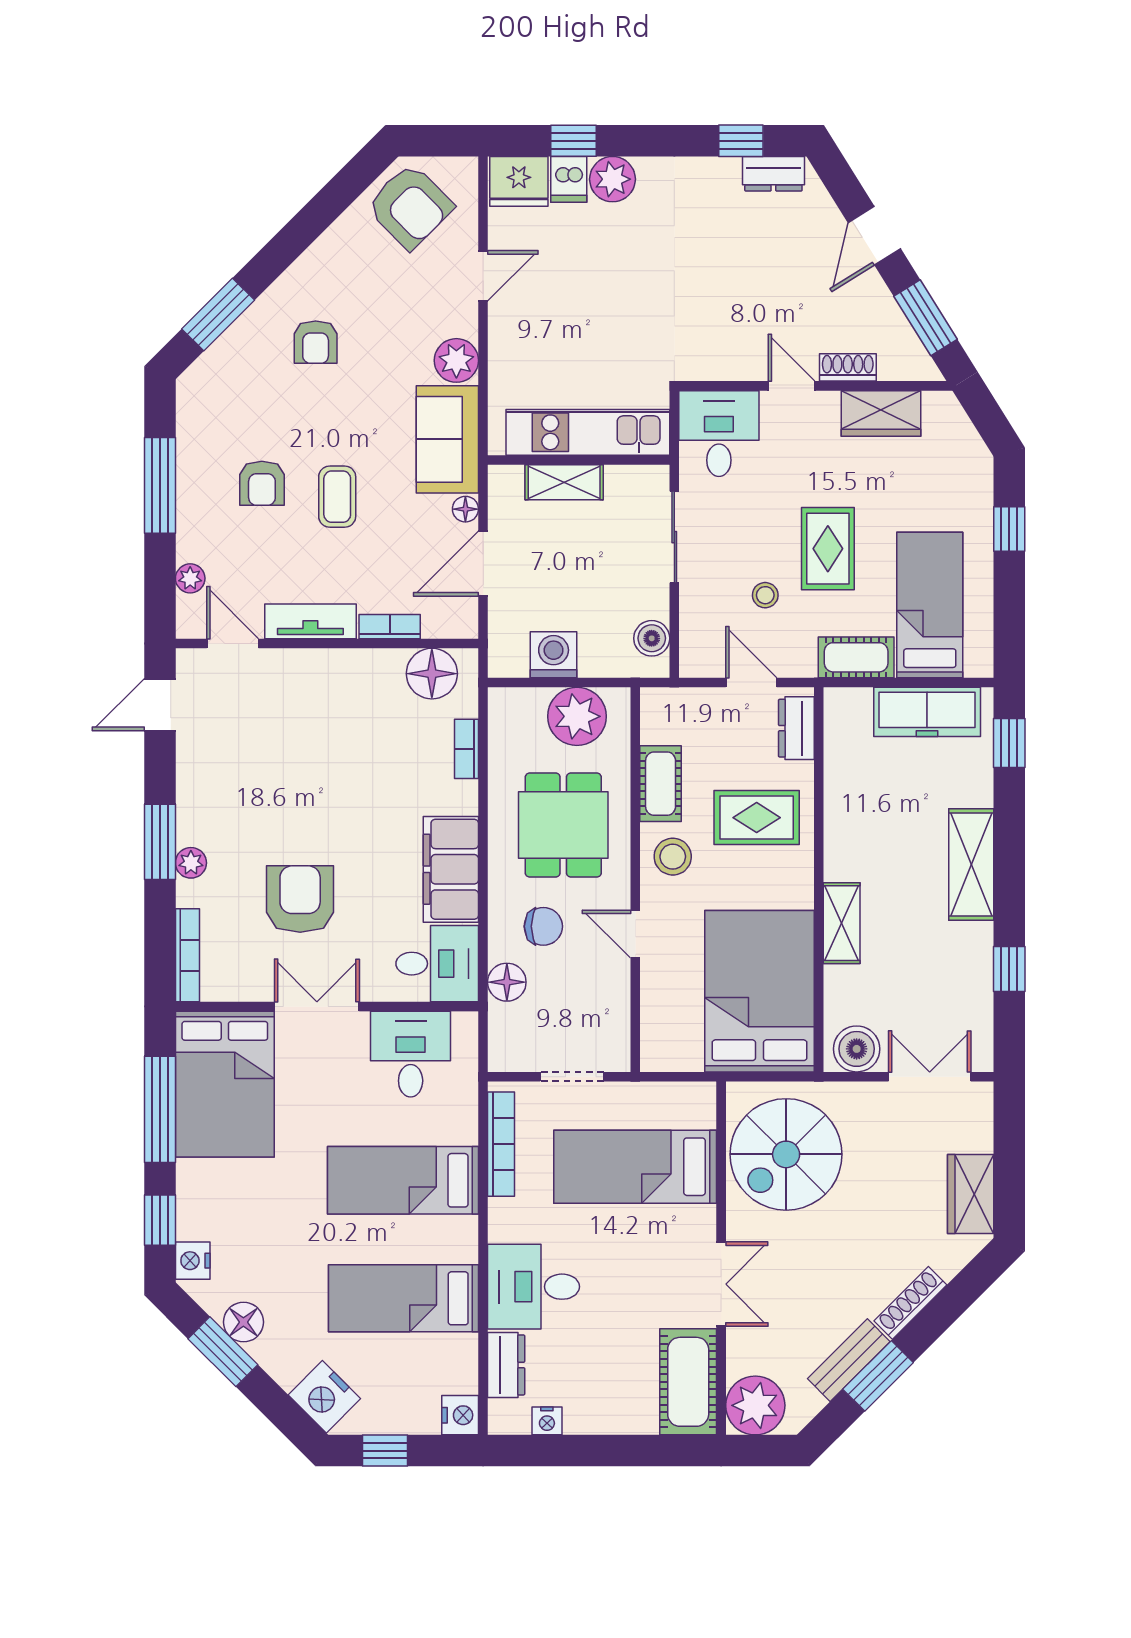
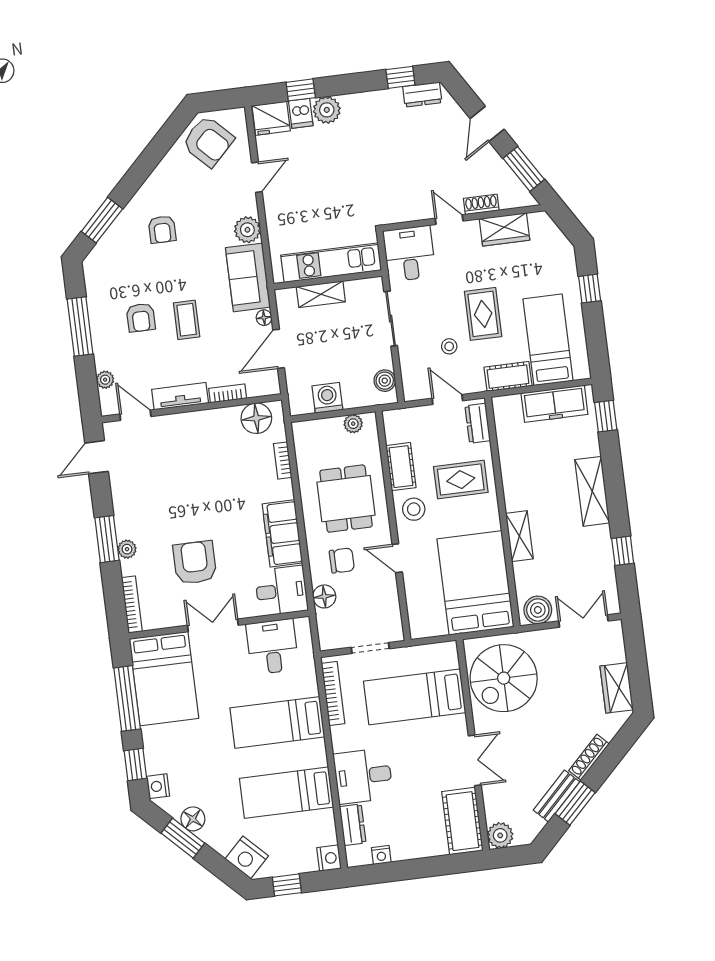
plant: (577, 716) -> (353, 424), width x0.53, depth x0.53
plant: (755, 1405) -> (500, 835), width x0.73, depth x0.73

